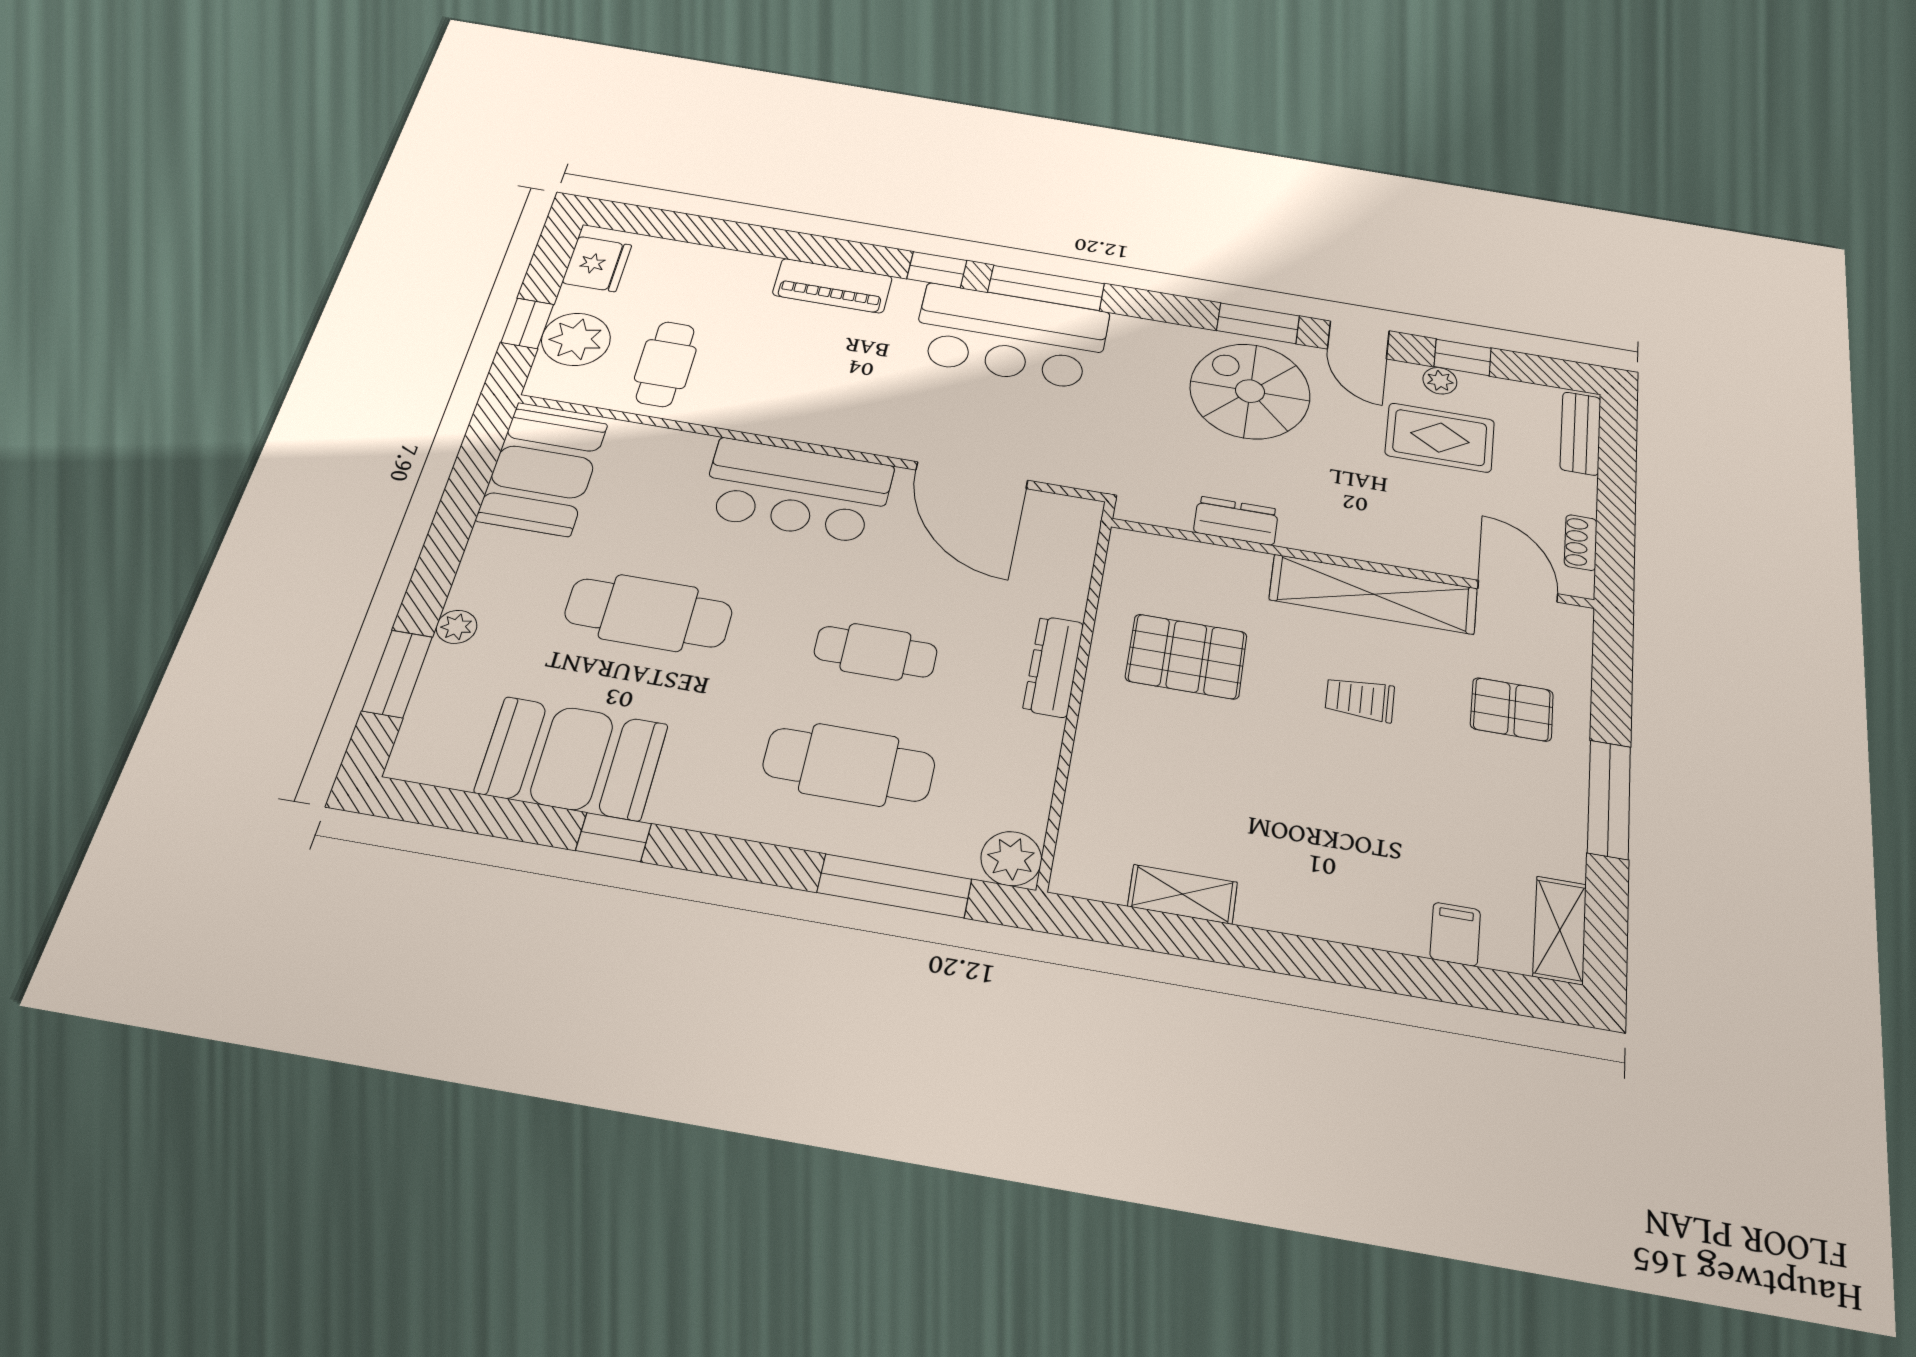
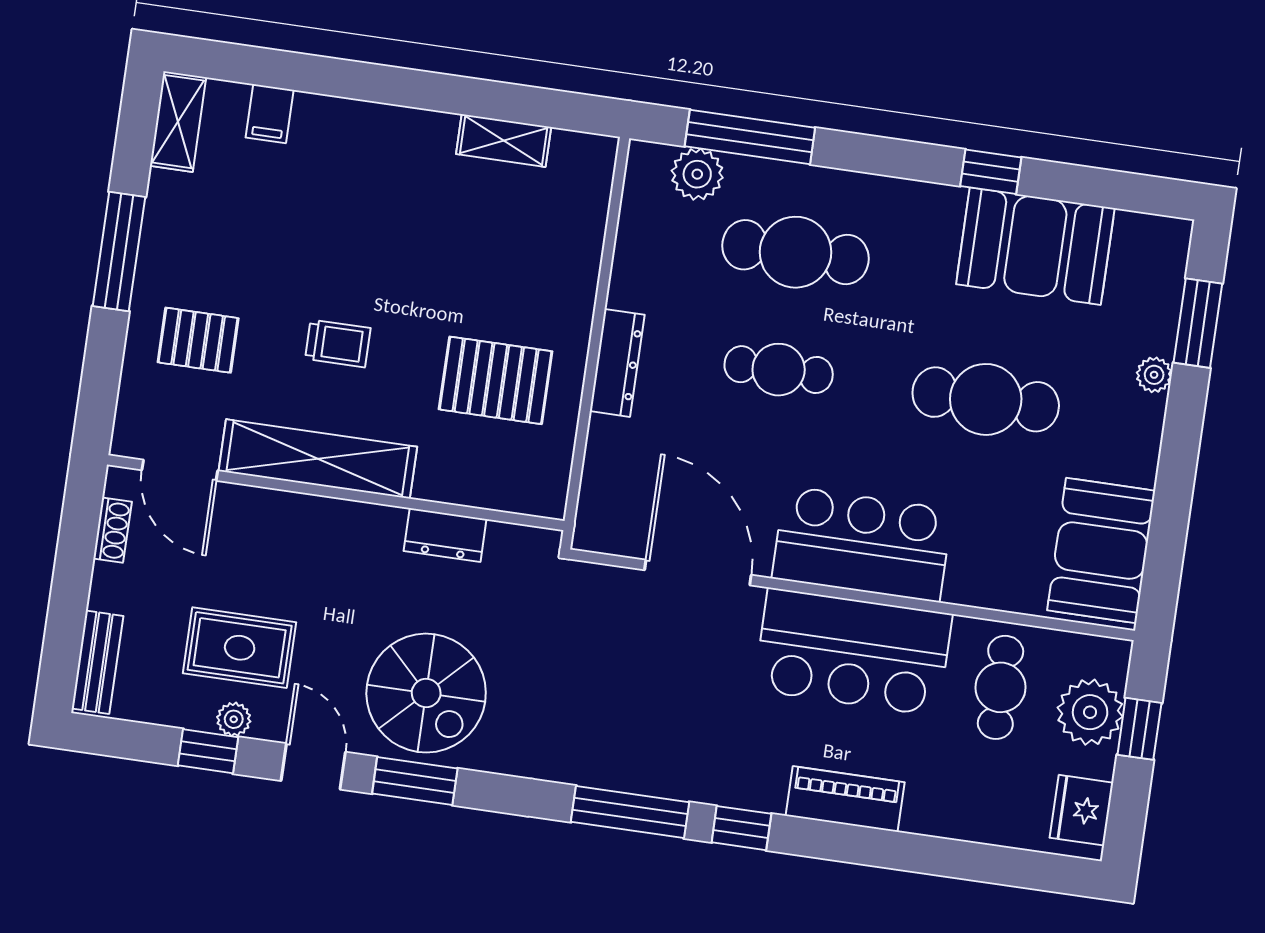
bar counter: (1011, 336) -> (853, 652), moved, turned 180
plant: (1011, 859) -> (697, 174), moved

